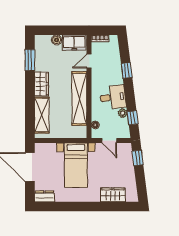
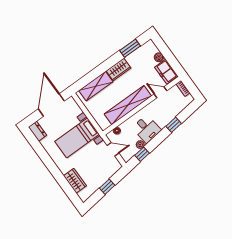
door: (109, 140) -> (113, 149), swing flipped
window: (138, 158) -> (107, 187), moved

